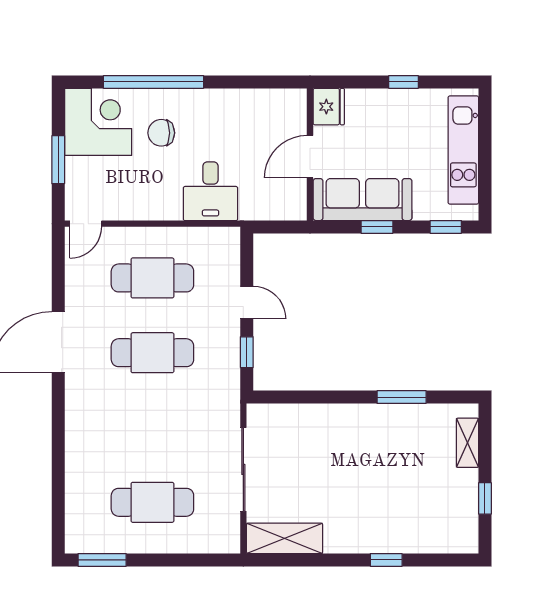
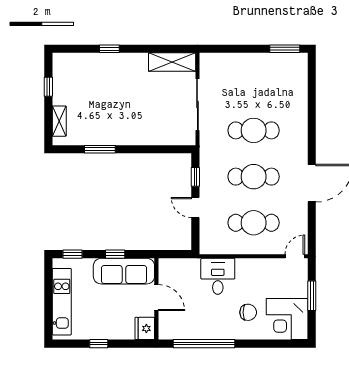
window: (154, 82) -> (204, 344), moved
door: (310, 157) -> (156, 298), hinge flipped
cafe table: (152, 502) -> (254, 130), moved

